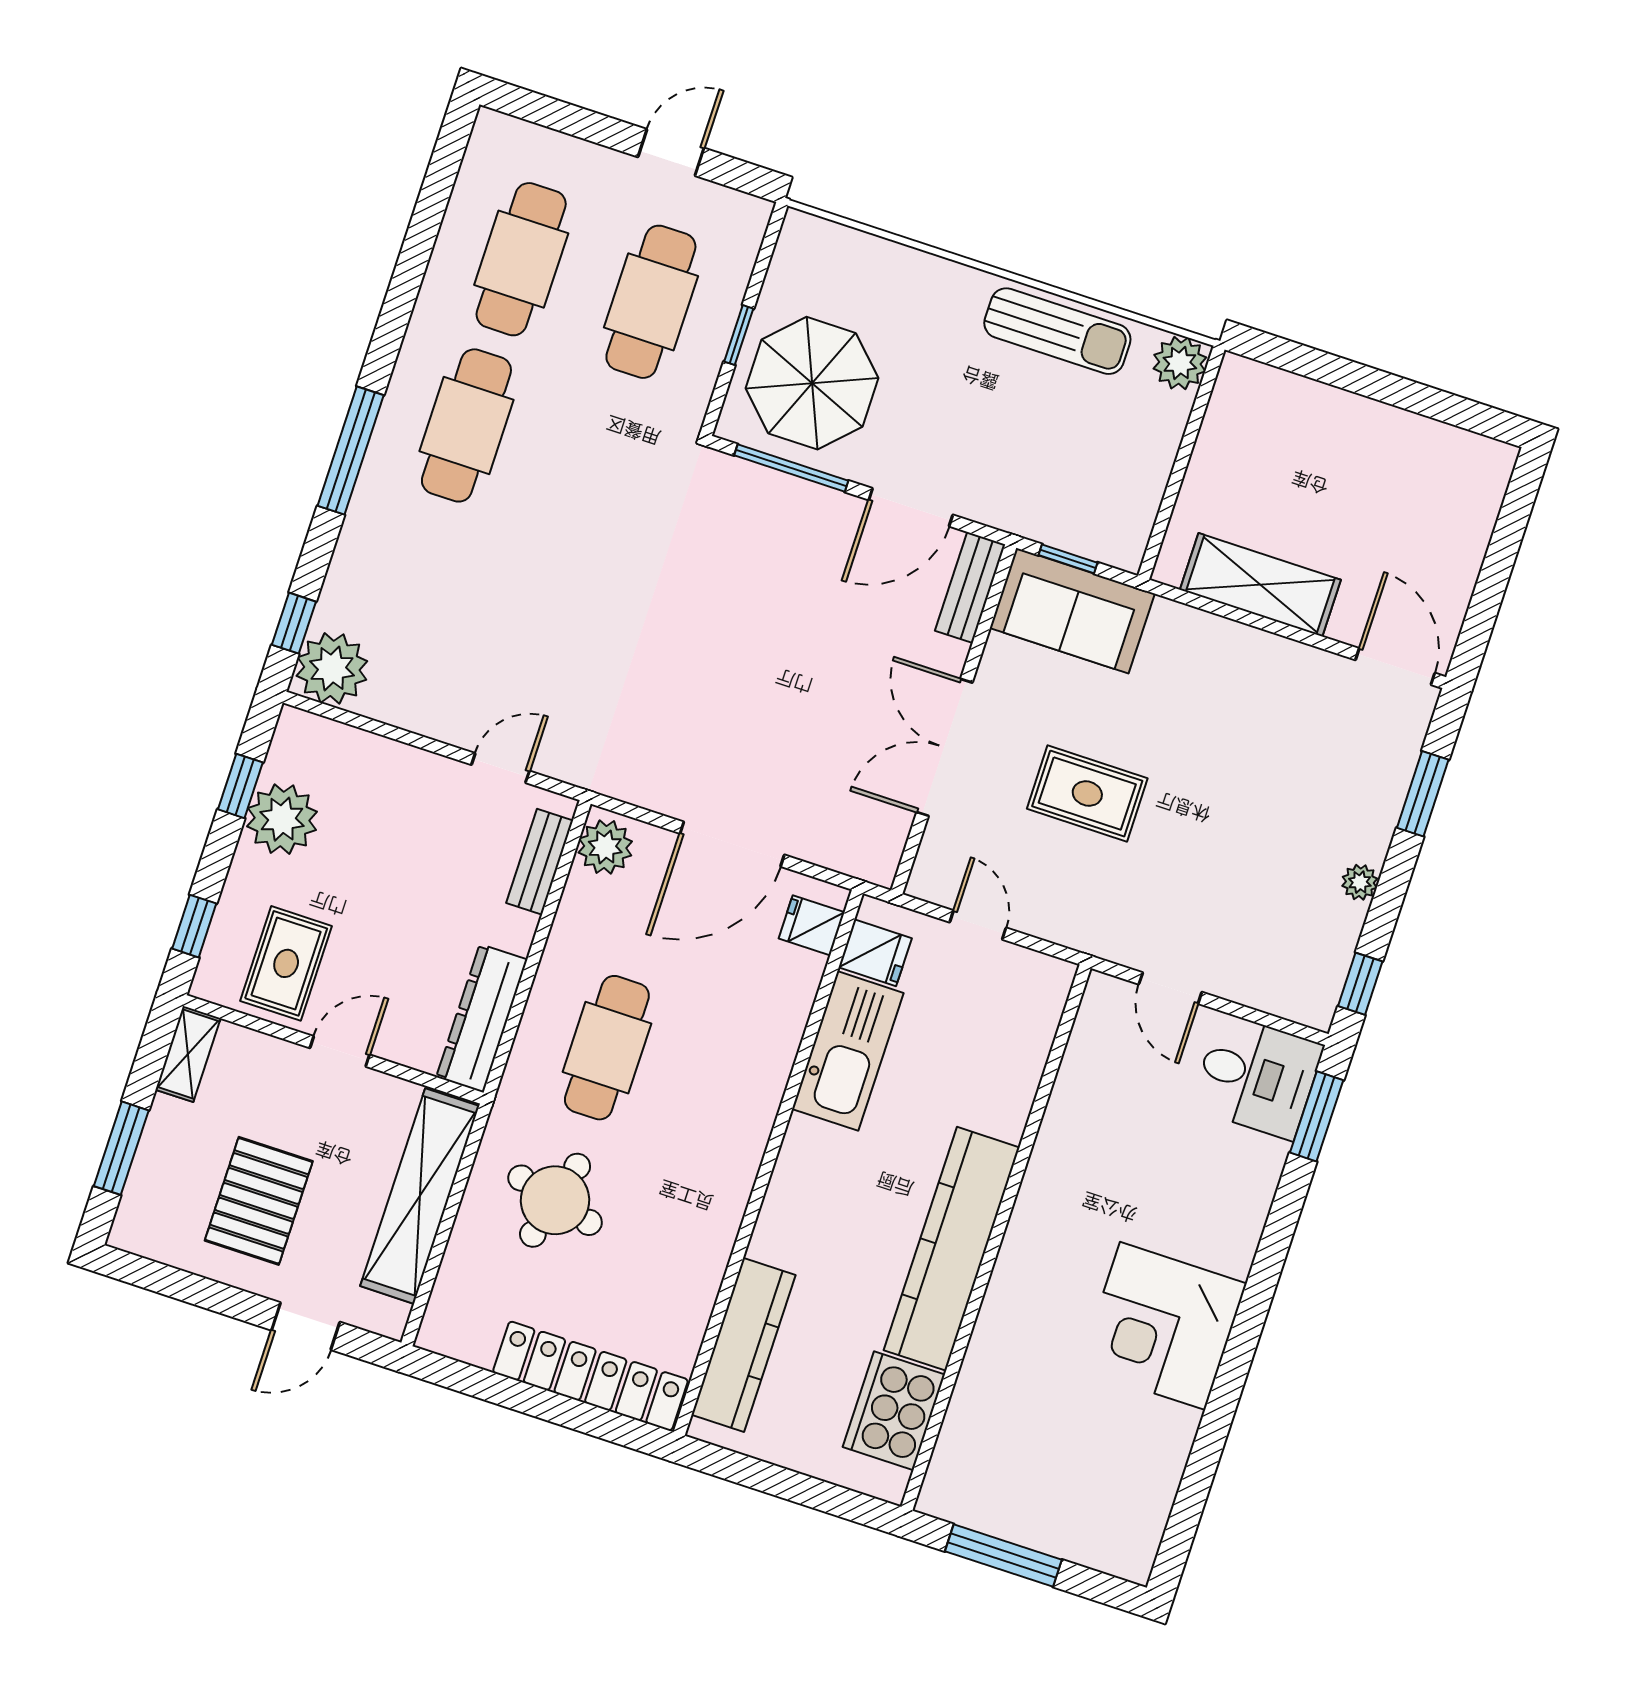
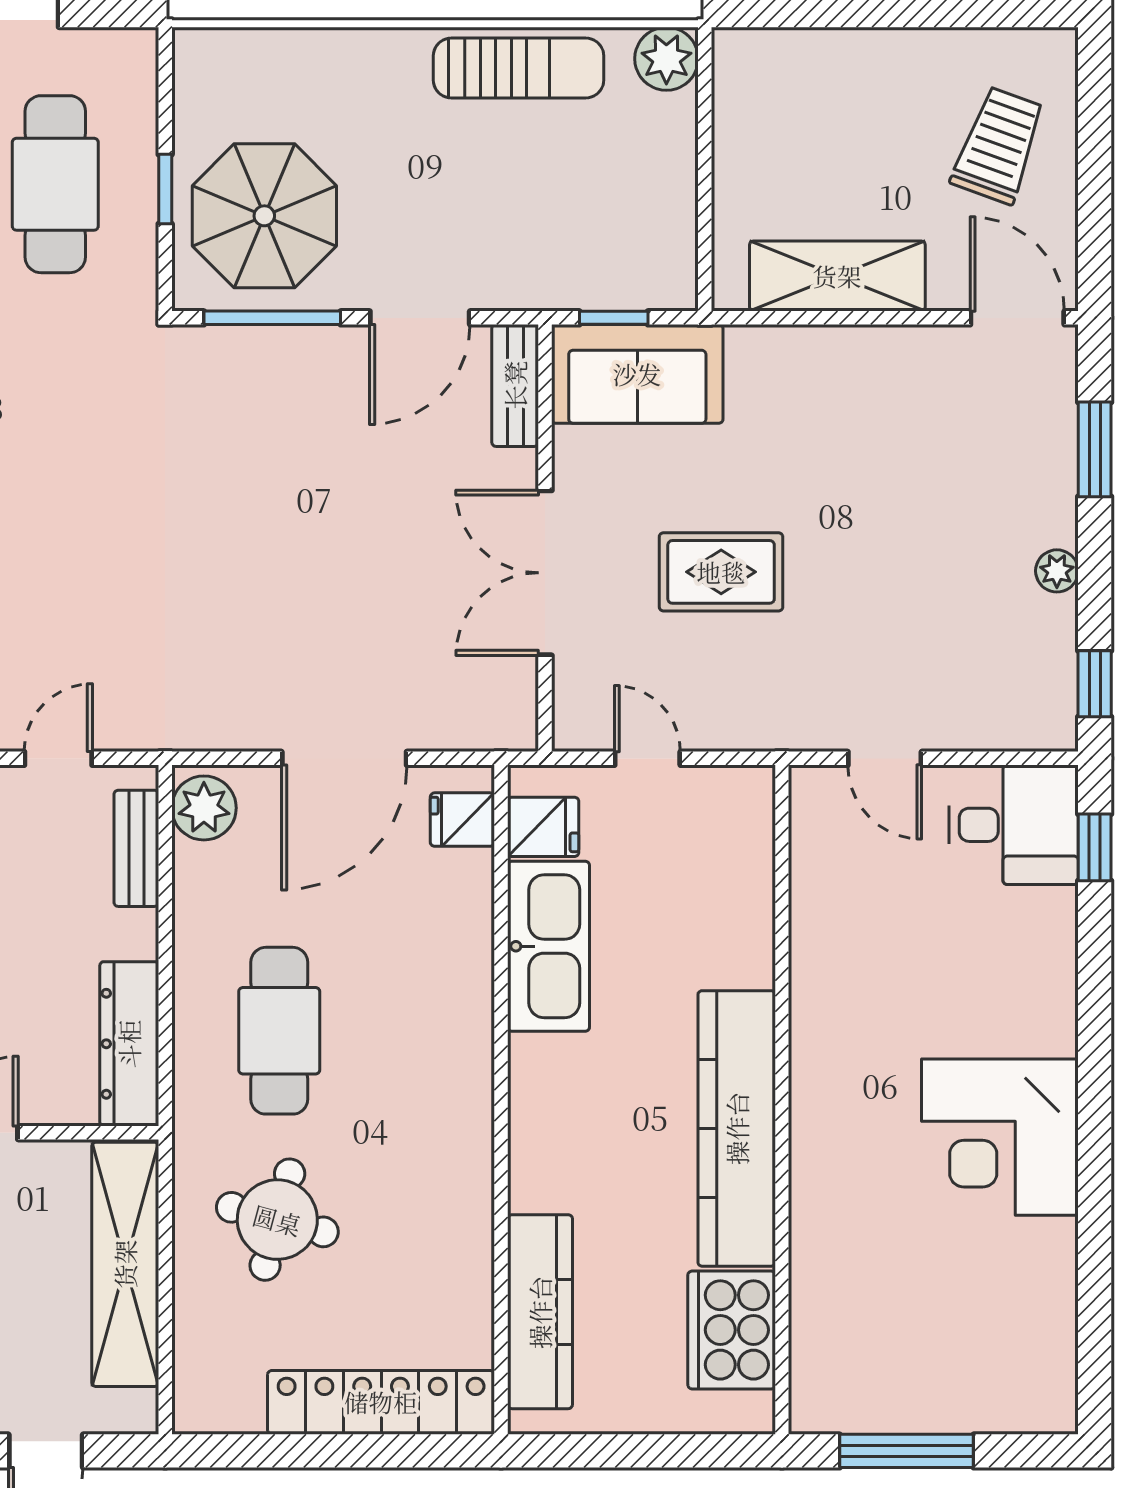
trolley: (1426, 522) -> (998, 145), added
window: (1317, 1116) -> (1095, 847), width x0.67

